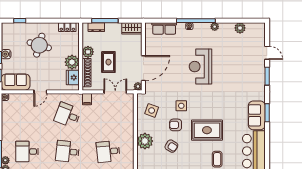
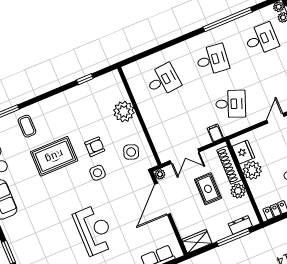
armchair: (171, 146) -> (89, 119), removed

